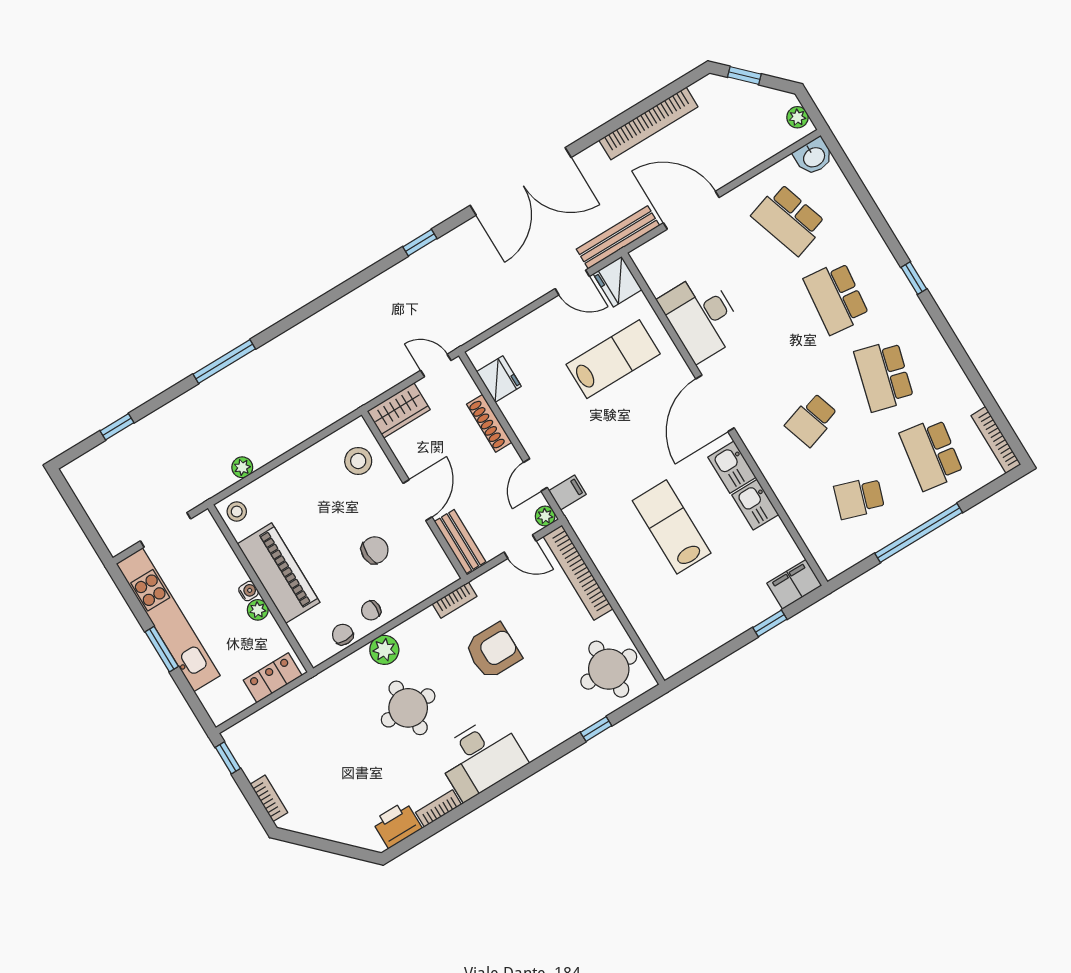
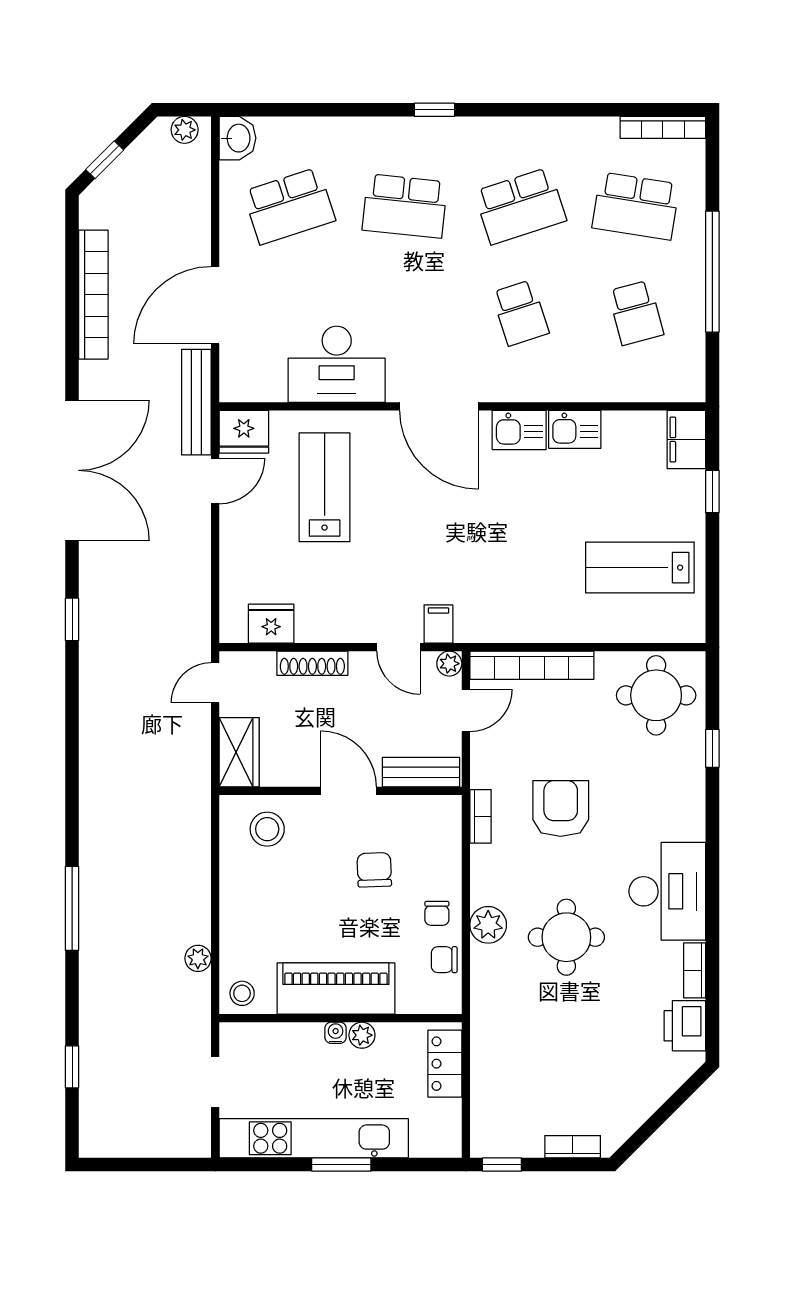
school desk: (884, 376) -> (520, 206), turned -33
school desk: (859, 498) -> (636, 313), turned -33
lab bench: (672, 527) -> (640, 568), moved
doorway: (166, 530) -> (215, 1082), width x0.73

